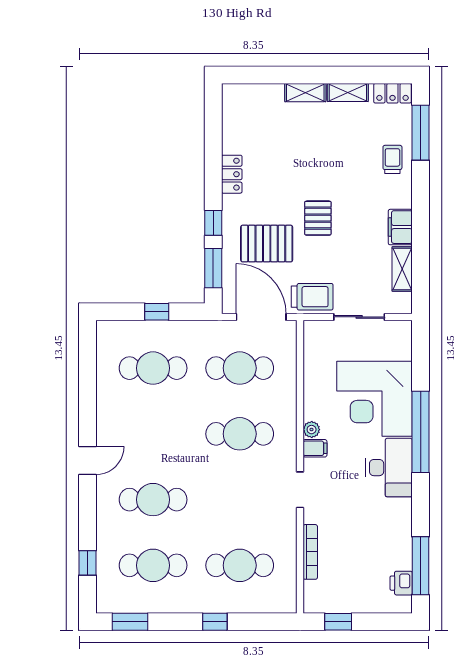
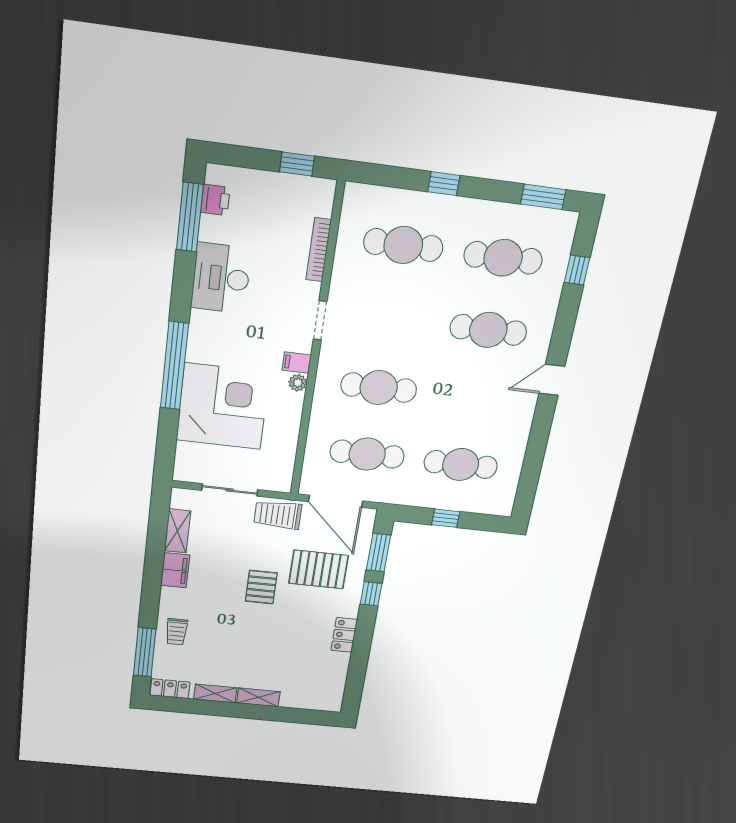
desk: (389, 468) -> (221, 278), moved

